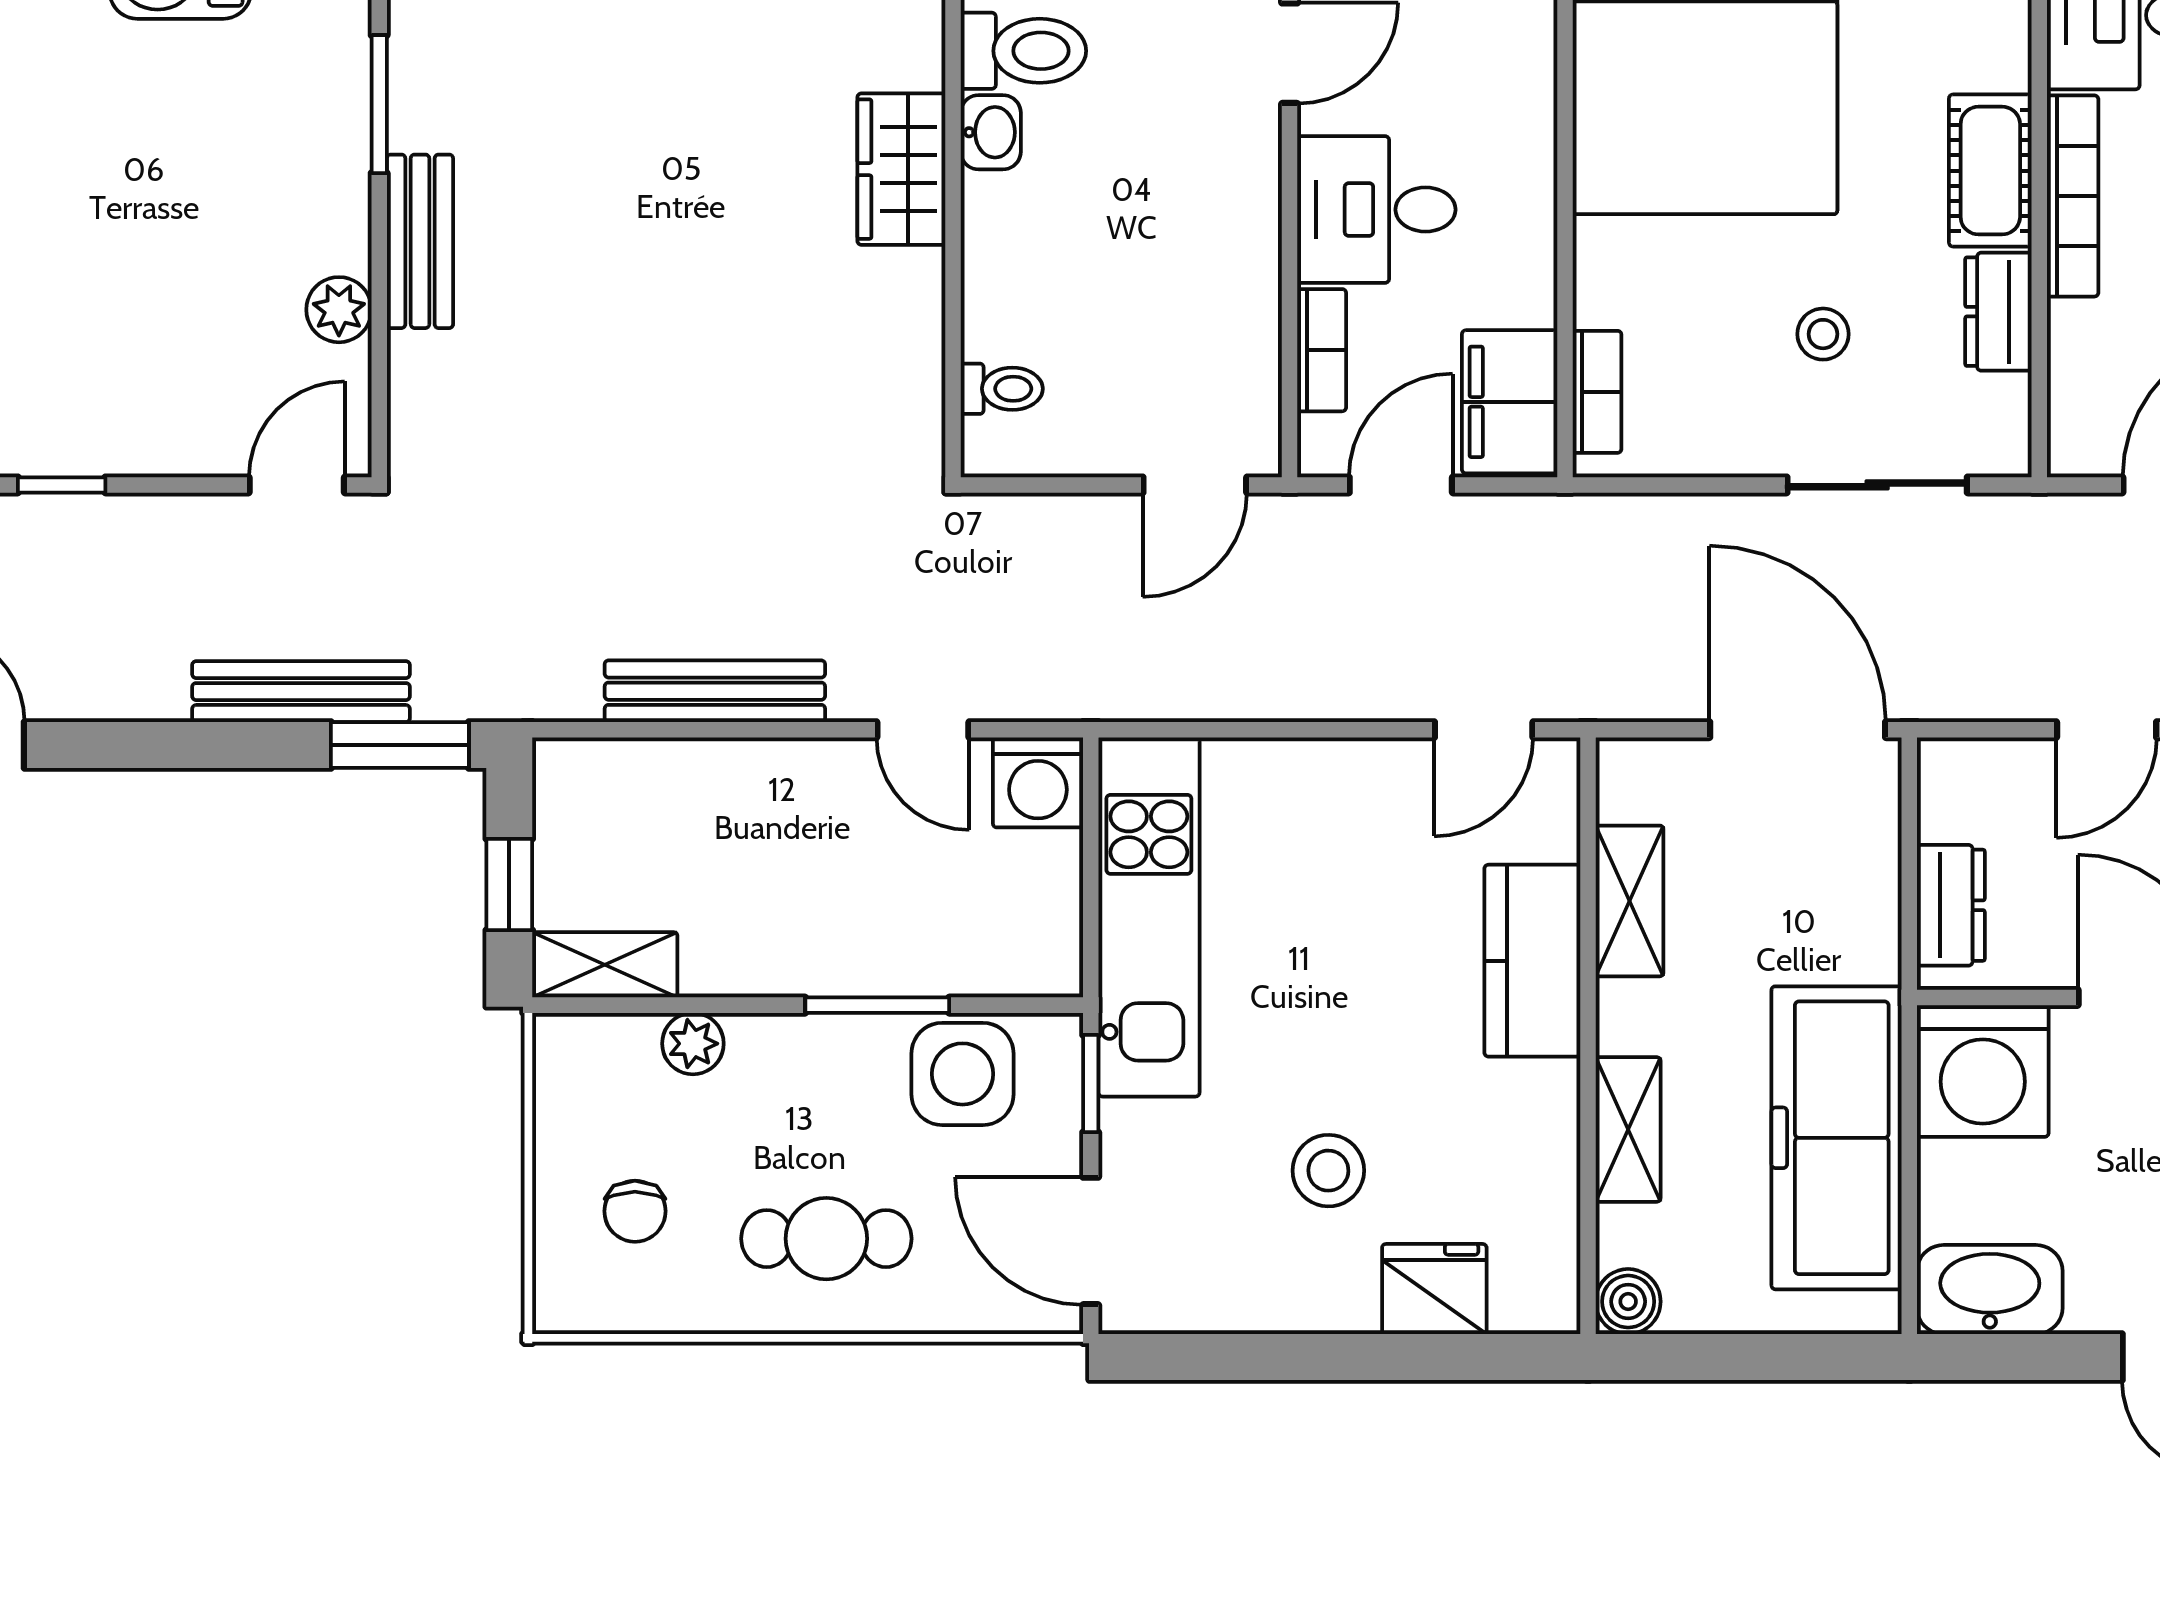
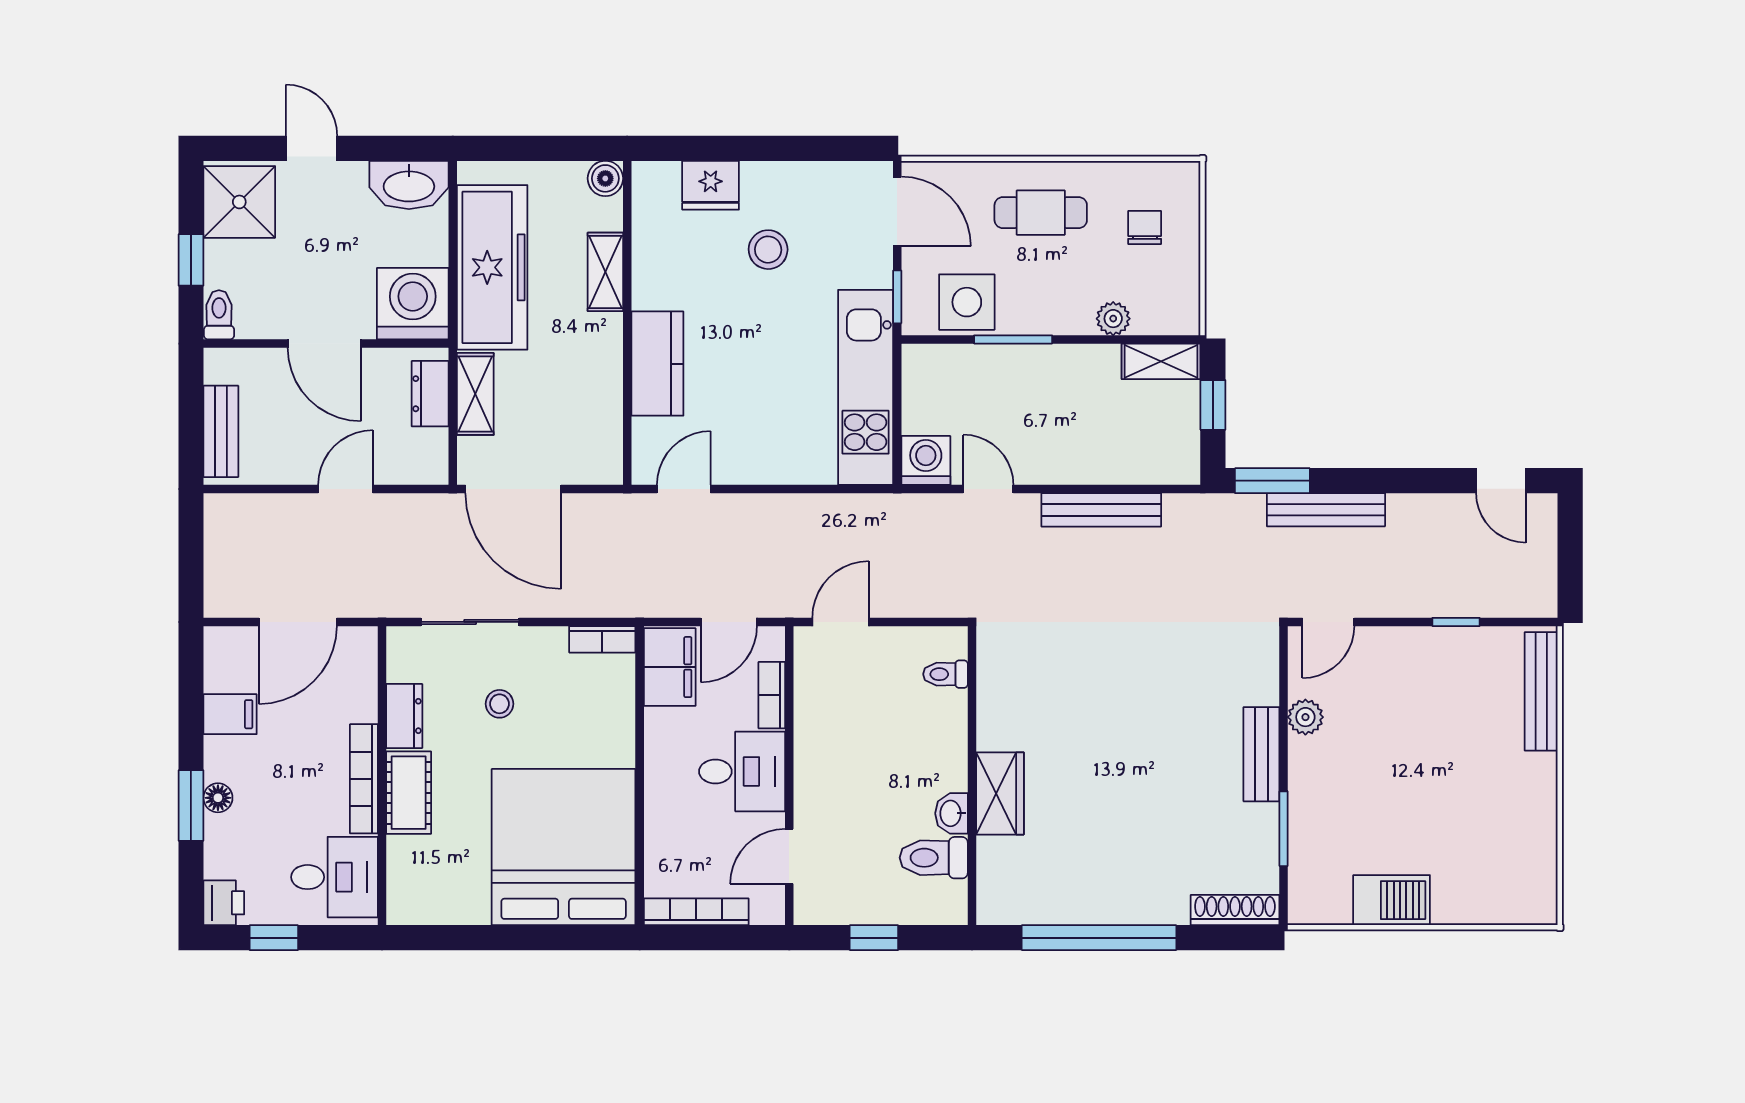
bookcase: (1597, 392) -> (602, 639), moved, turned -90
shelving: (1630, 901) -> (475, 394), moved

